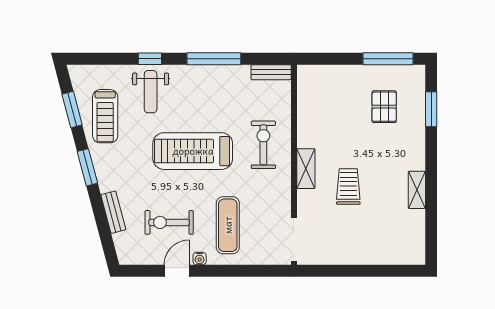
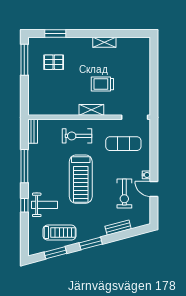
exercise mat: (228, 225) -> (123, 144), moved

